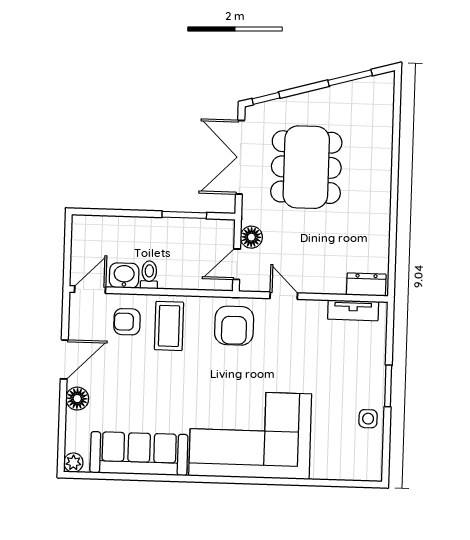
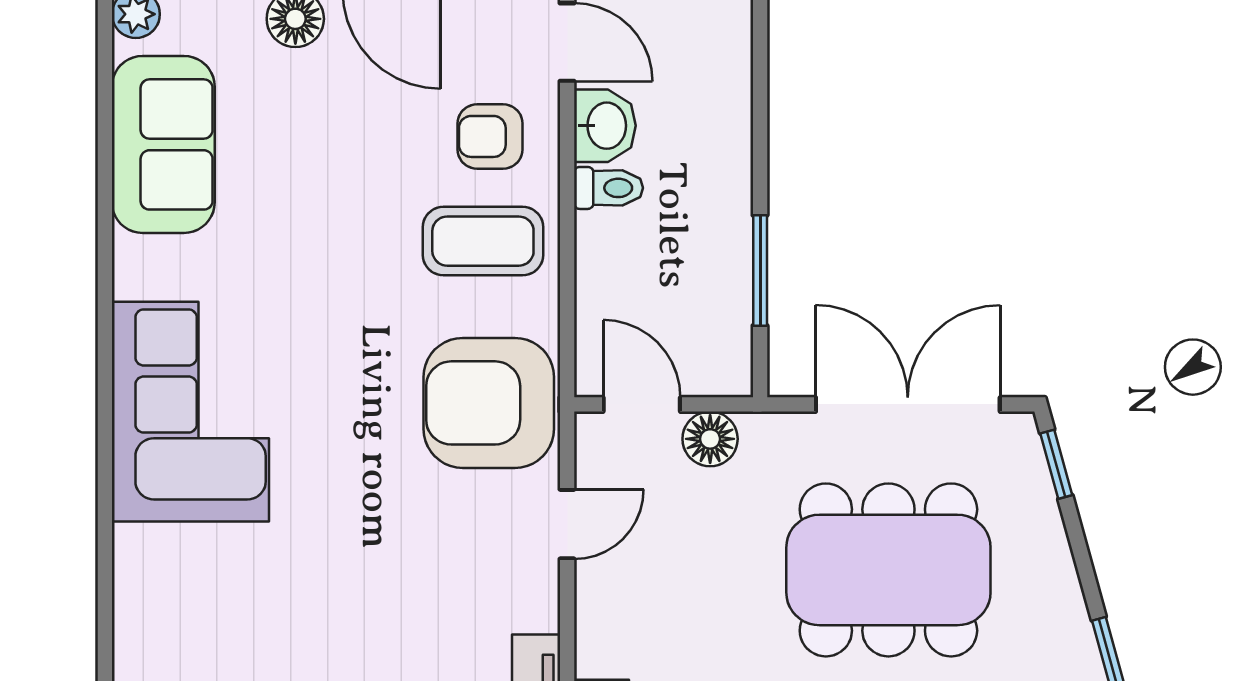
armchair: (127, 322) -> (490, 136), turned -90
armchair: (234, 326) -> (489, 403), width x1.36, depth x1.36
corner sofa: (250, 435) -> (190, 412), width x0.73, depth x0.74
sofa: (139, 454) -> (163, 144), width x0.73

